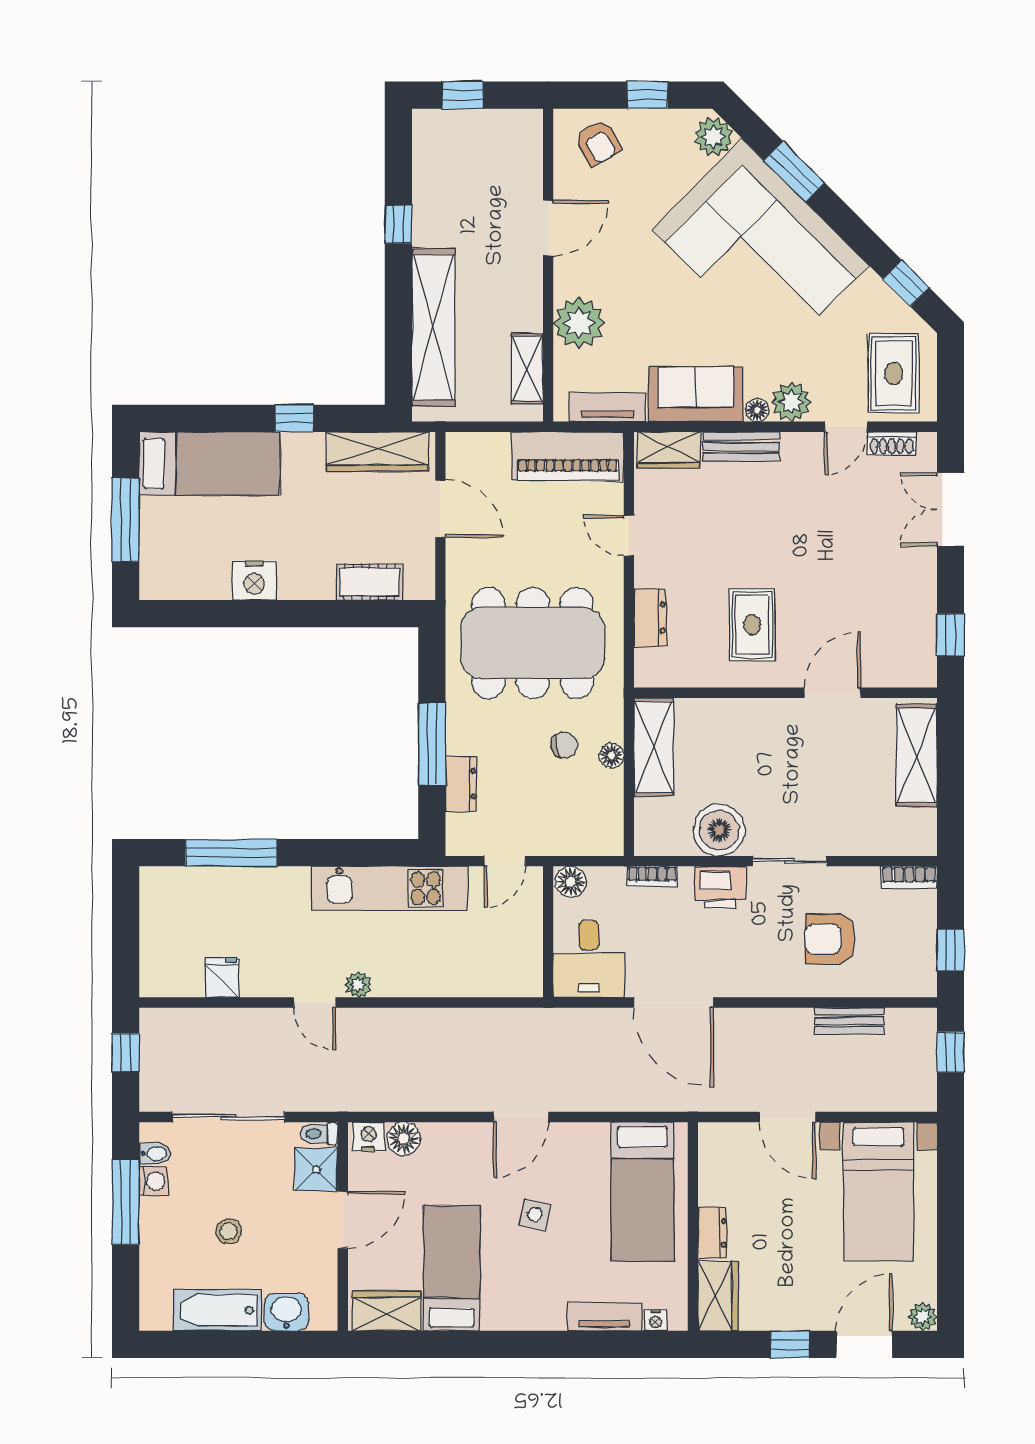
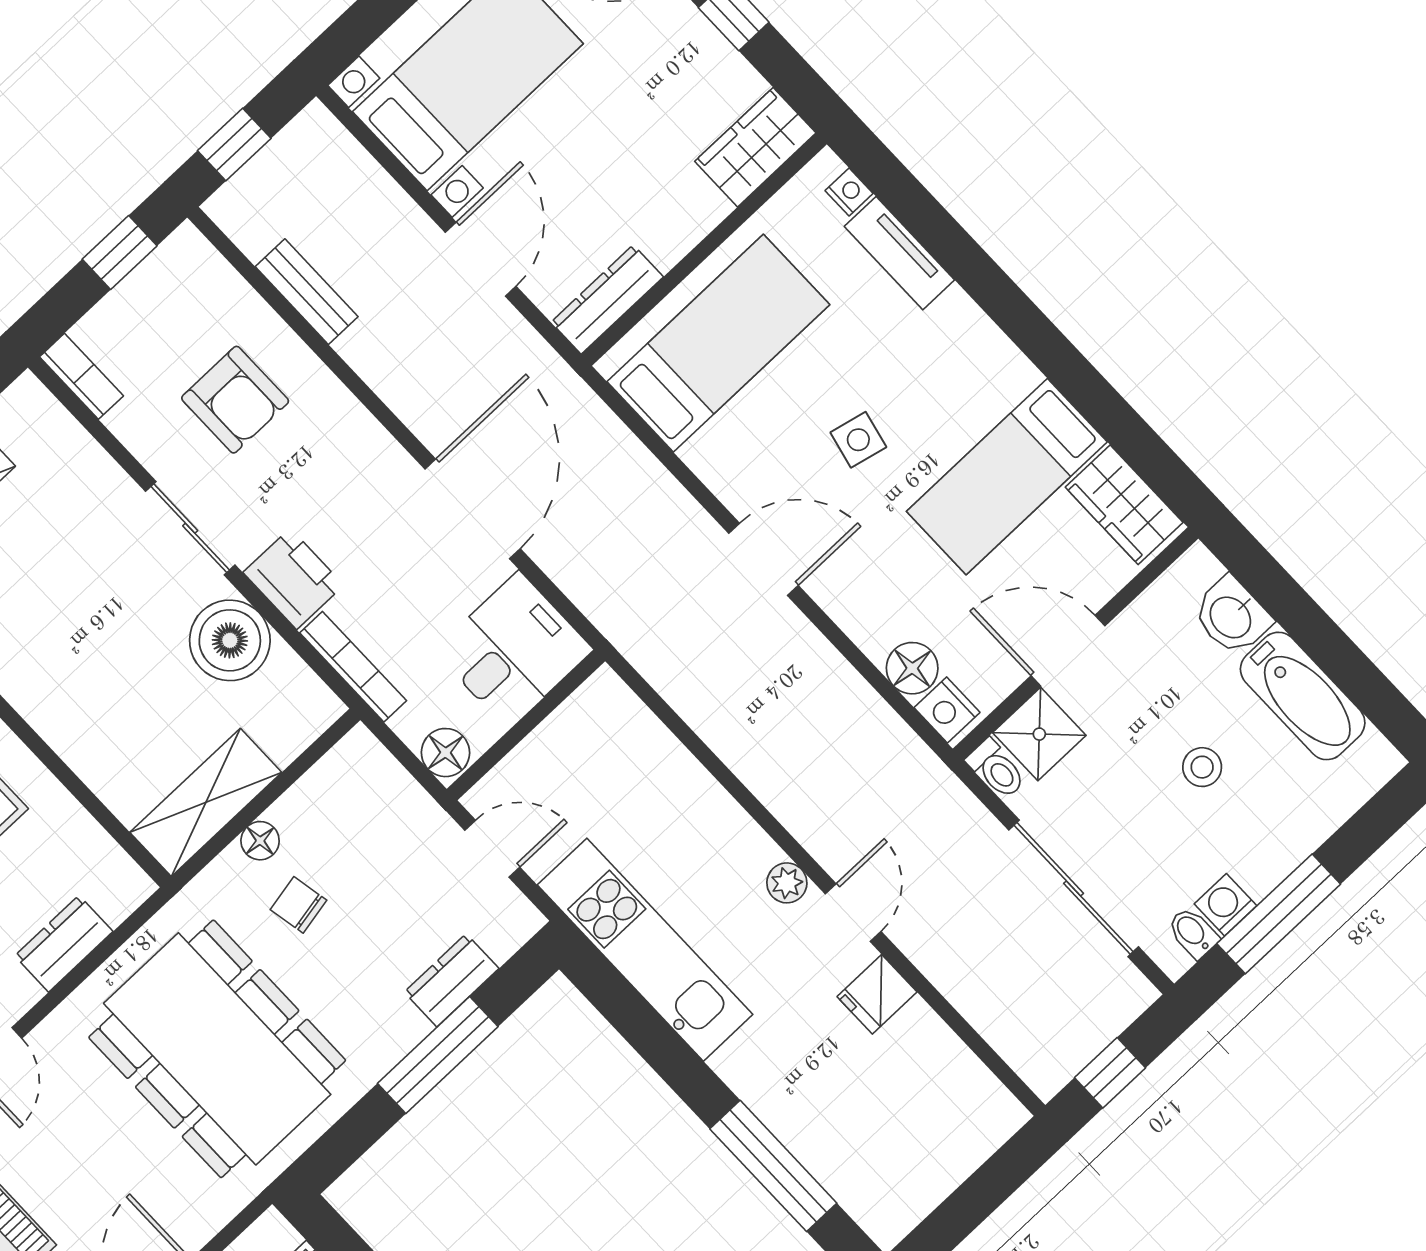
bookcase: (652, 876) -> (353, 667), width x1.56
fridge: (222, 978) -> (877, 994), moved
dresser: (712, 1233) -> (607, 299), moved, width x1.44

